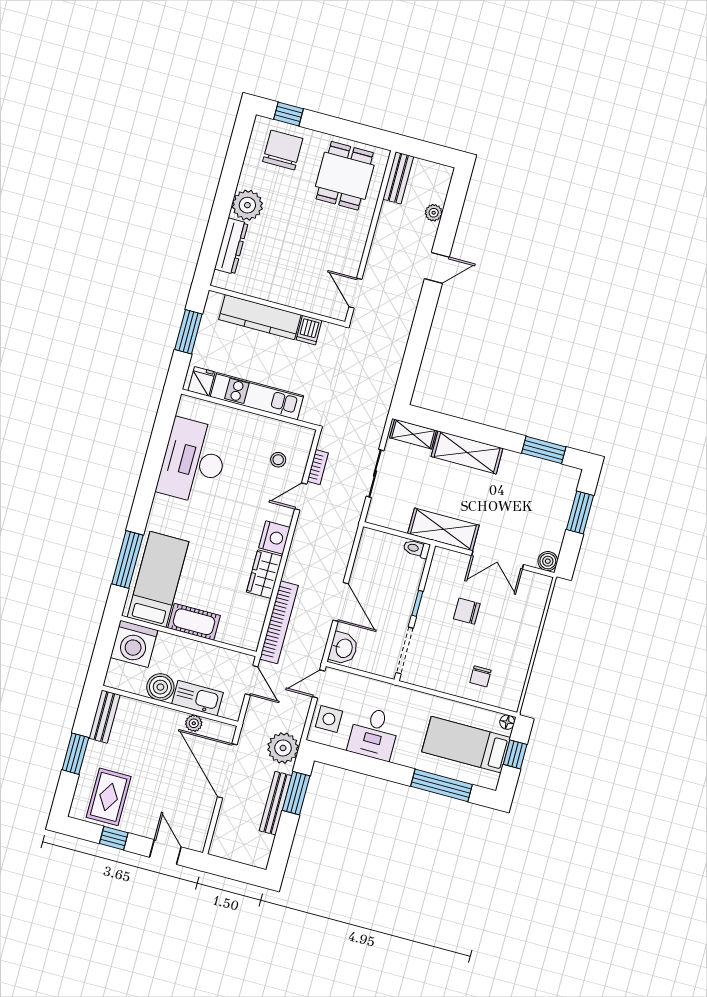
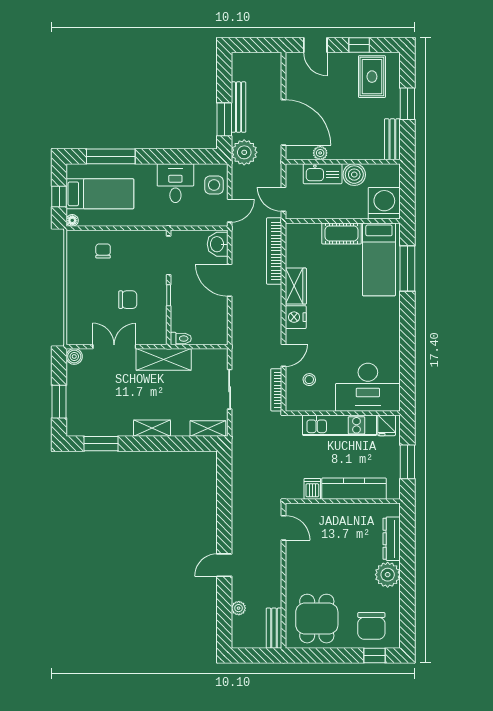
shelving: (467, 452) -> (152, 428), width x0.67, depth x0.75
desk: (193, 461) -> (368, 387), moved, turned 90
bookcase: (318, 467) -> (276, 390), width x1.56

